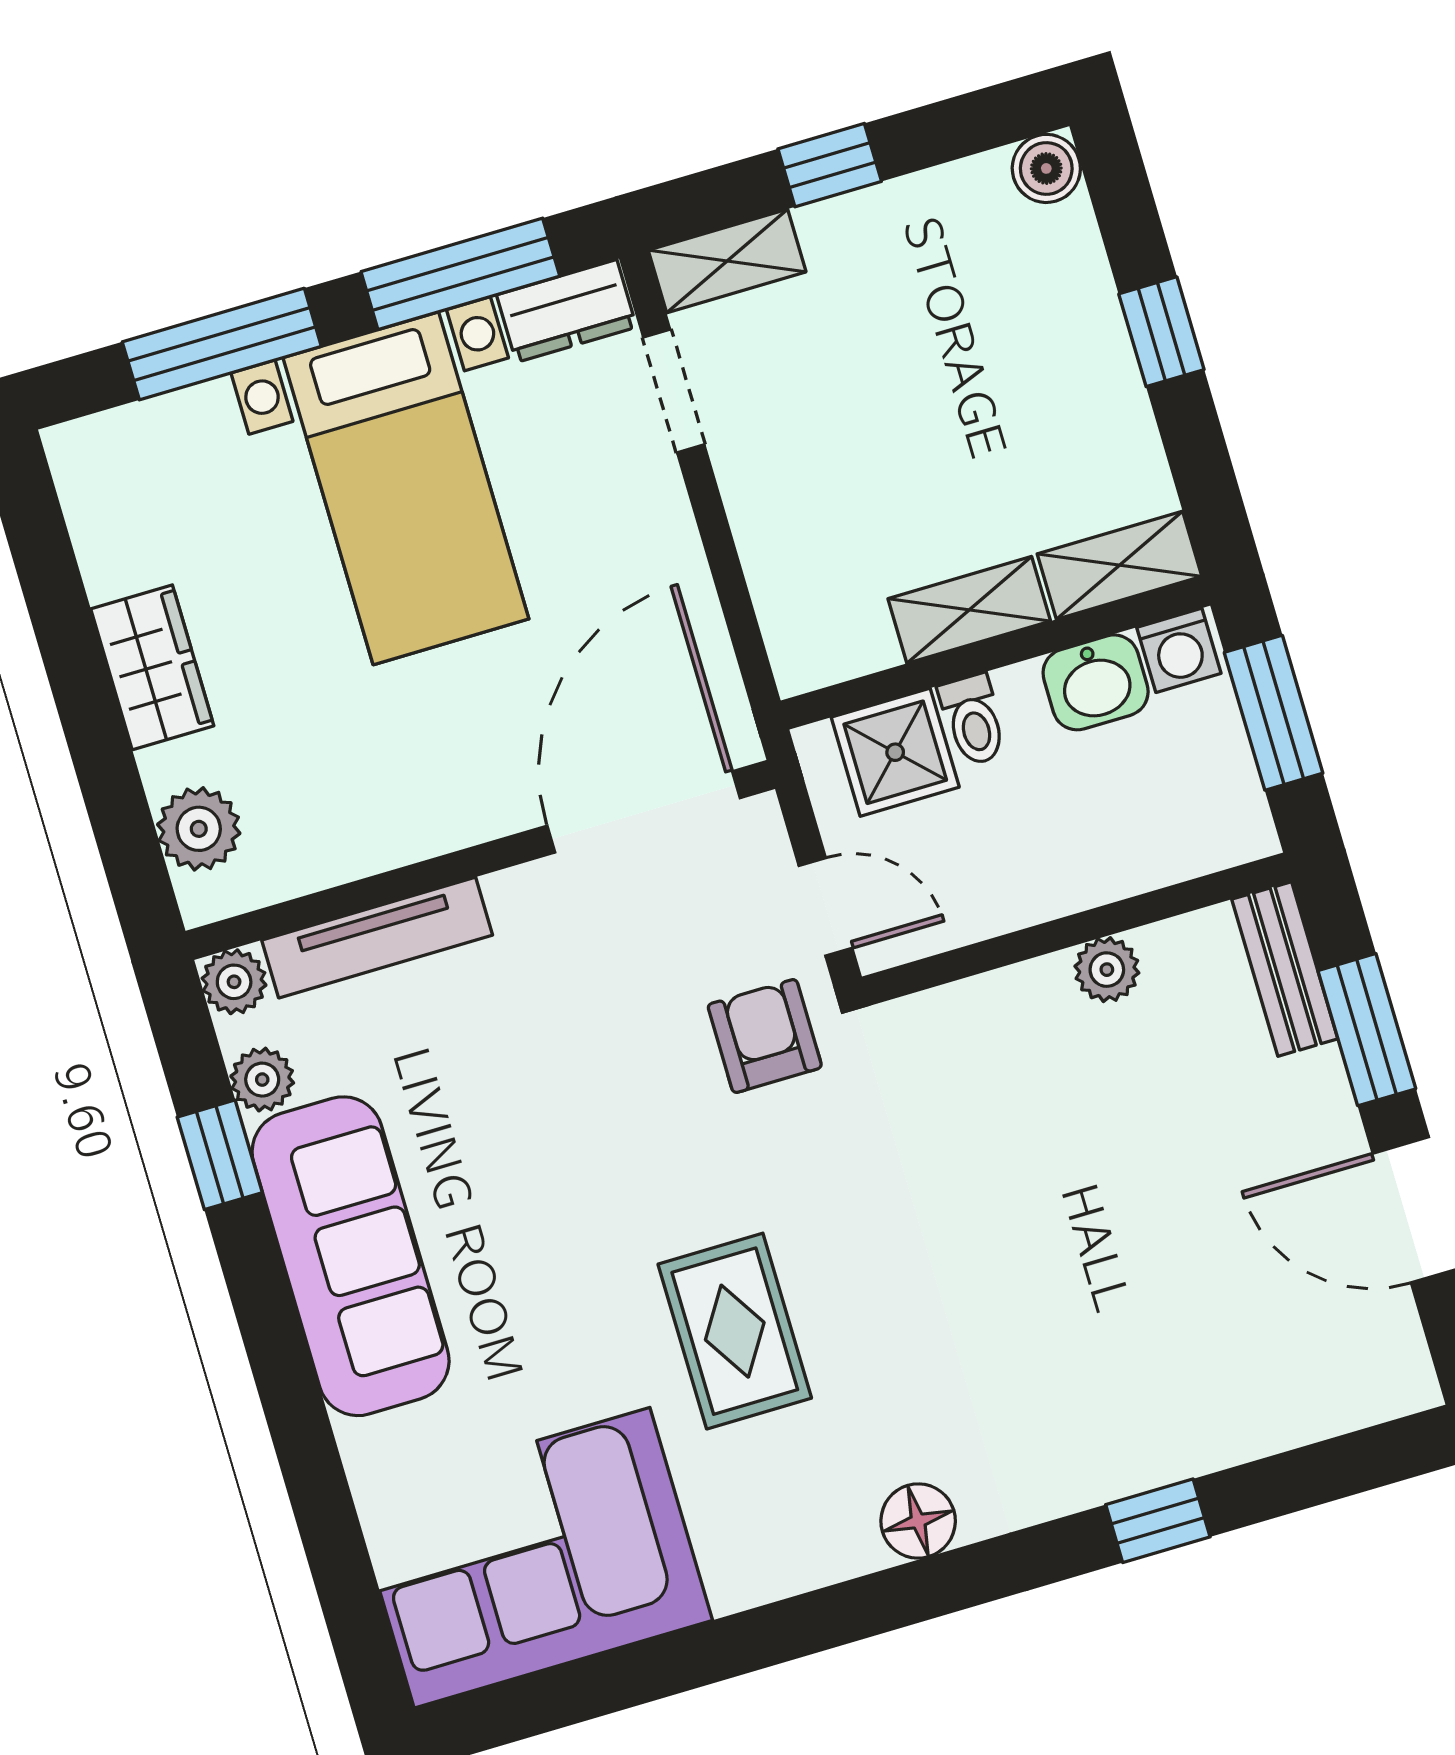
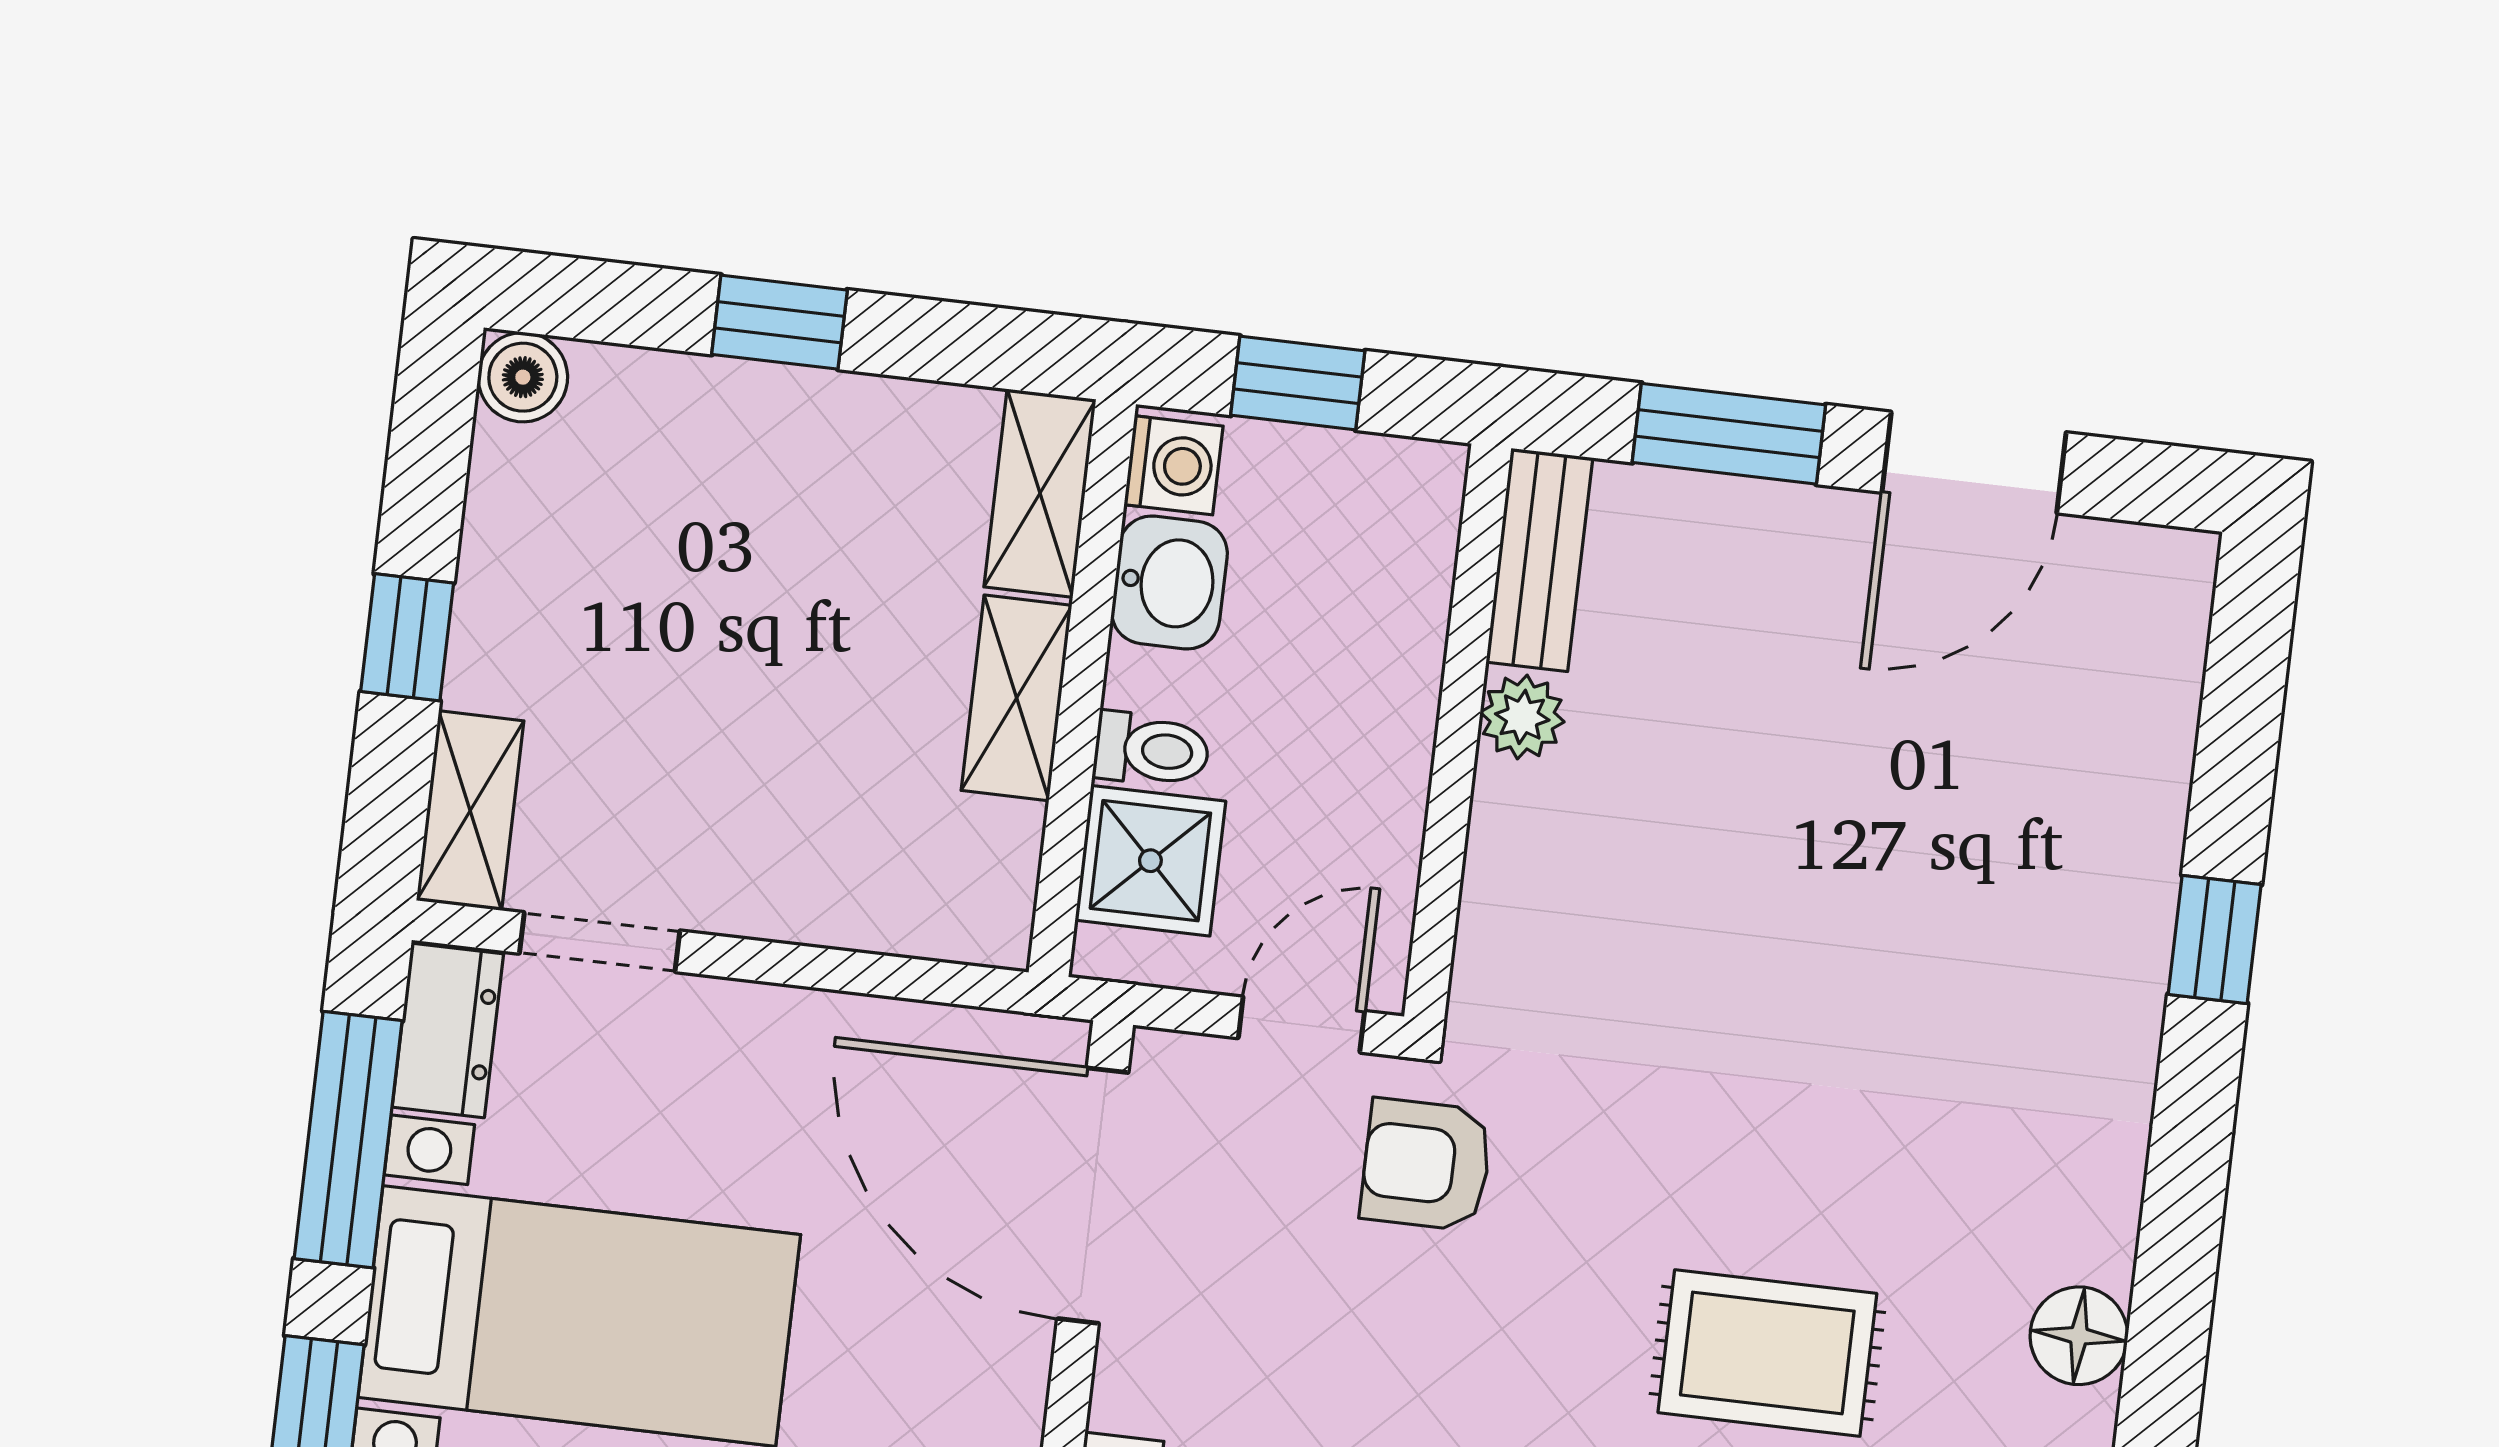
window: (1274, 713) -> (1298, 383), width x0.67
bench: (1285, 969) -> (1539, 560), moved, turned 90
floor lamp: (918, 1521) -> (2079, 1336), moved

